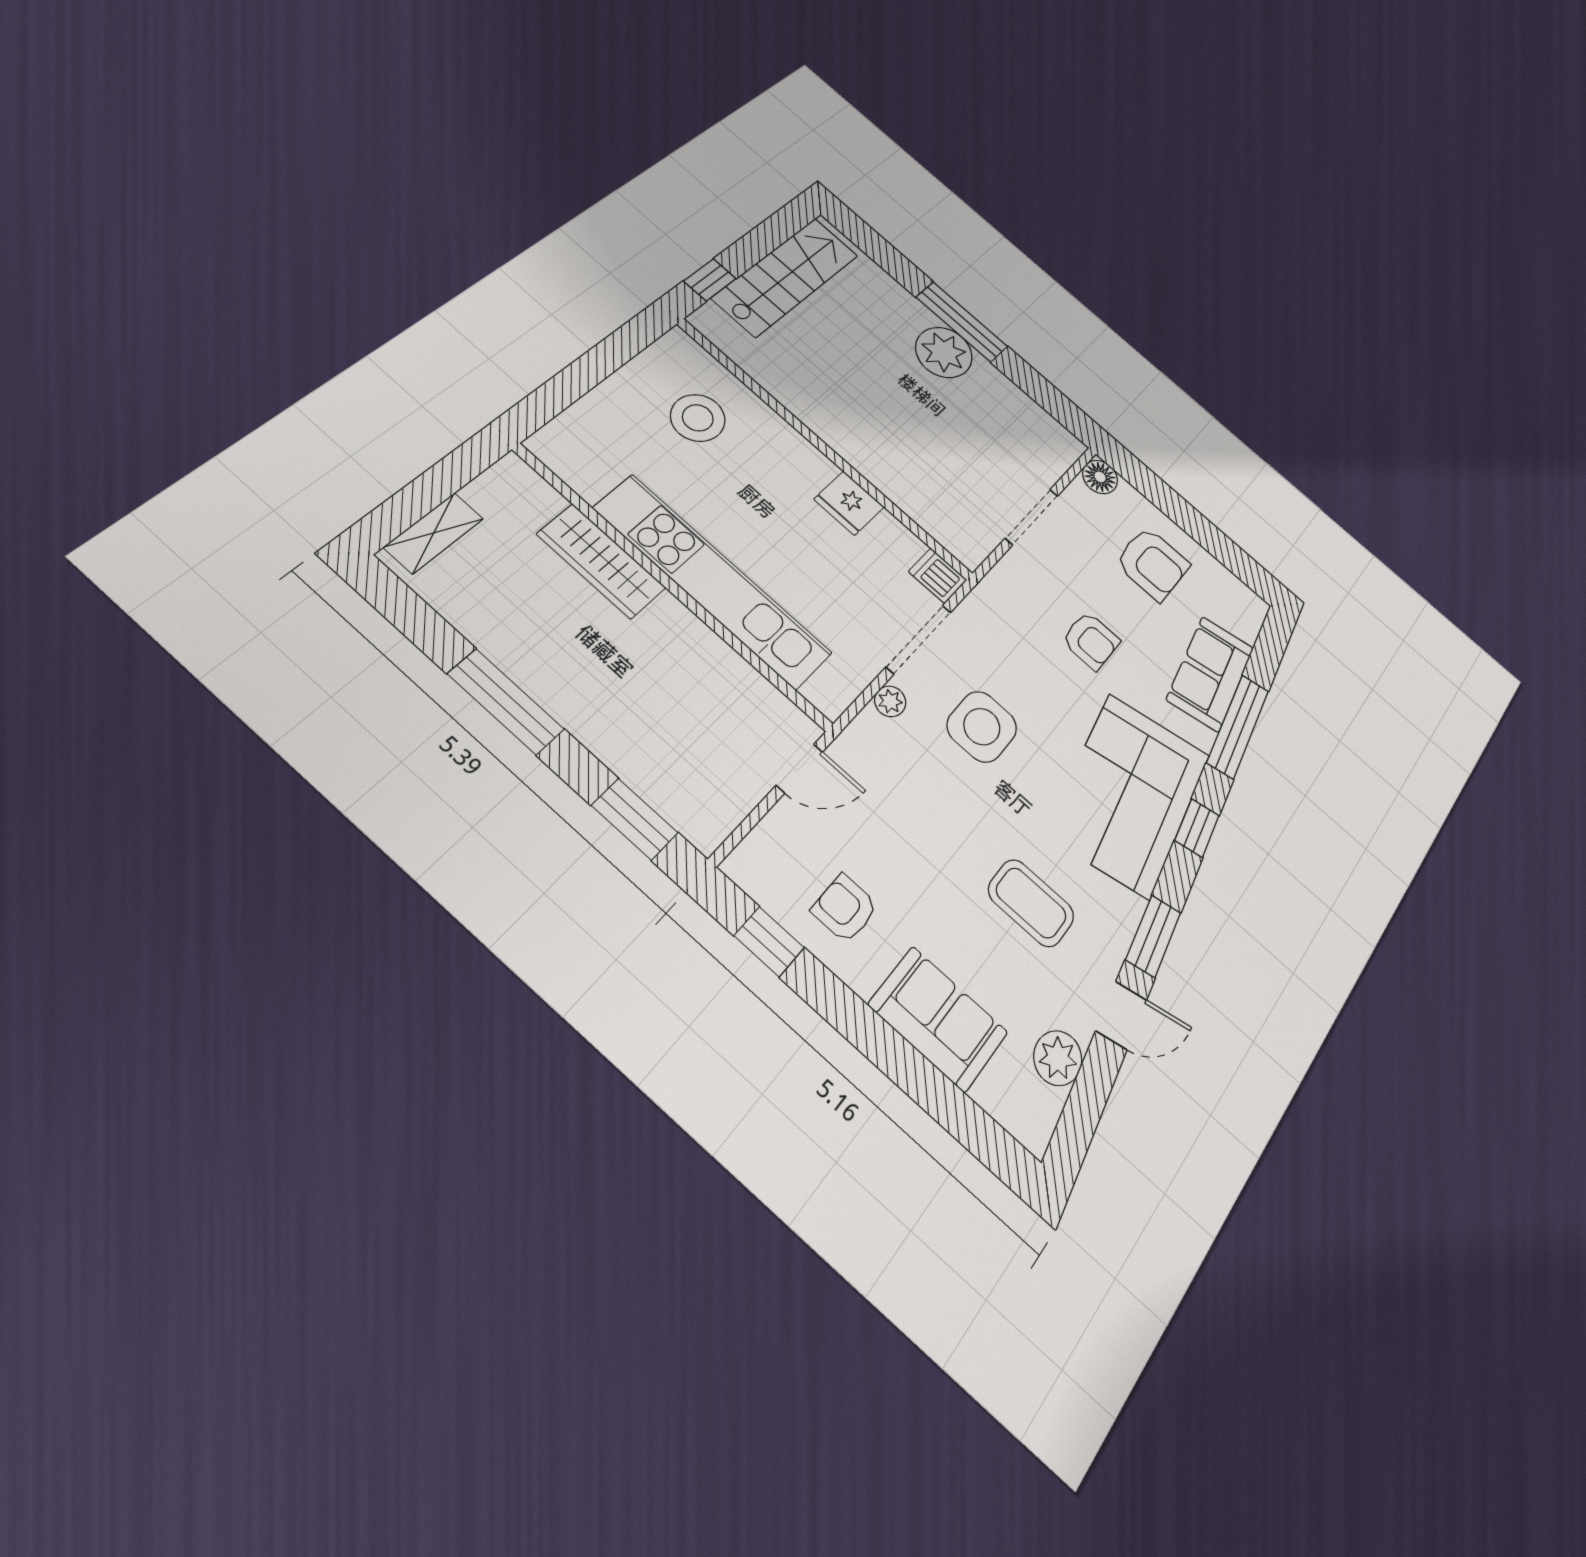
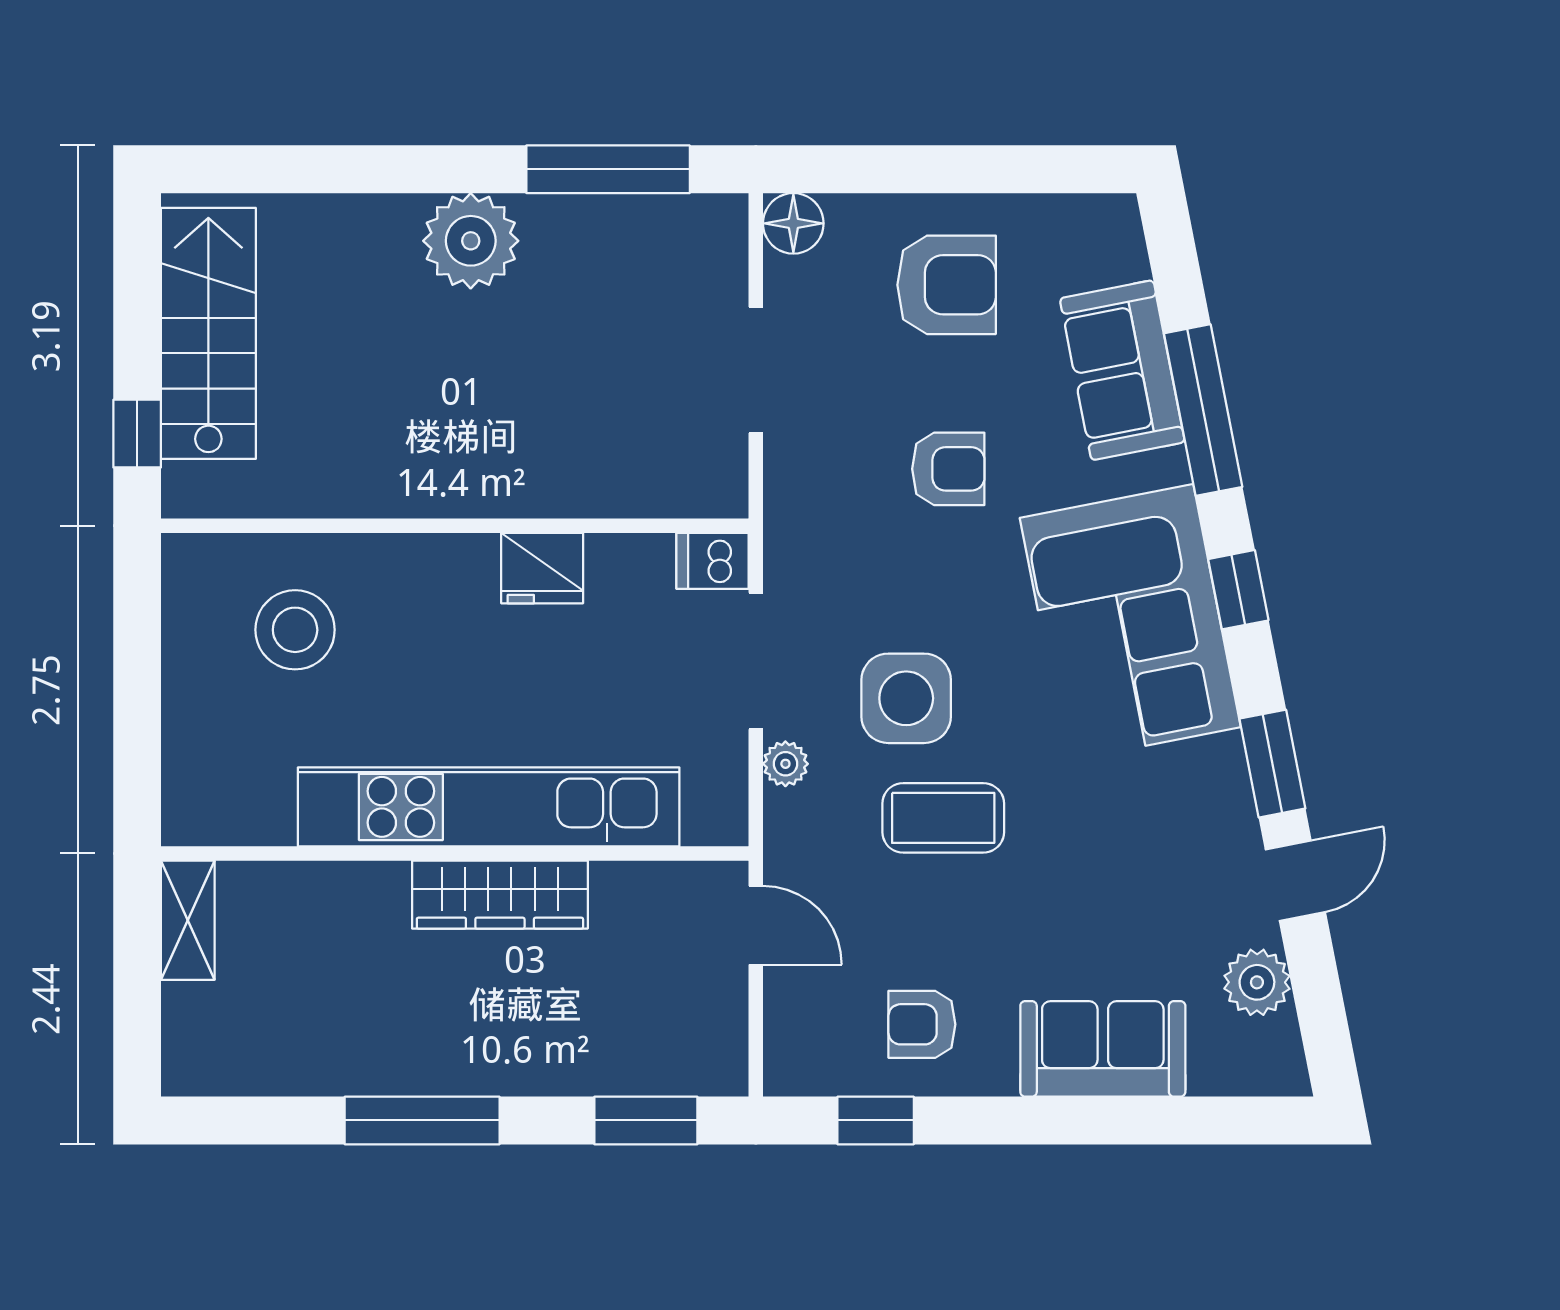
window: (962, 322) -> (608, 169), moved
shelving: (434, 533) -> (188, 920), moved
wardrobe: (601, 561) -> (500, 895), moved
door: (799, 769) -> (756, 925), hinge flipped
coffee table: (1031, 903) -> (943, 818), moved

